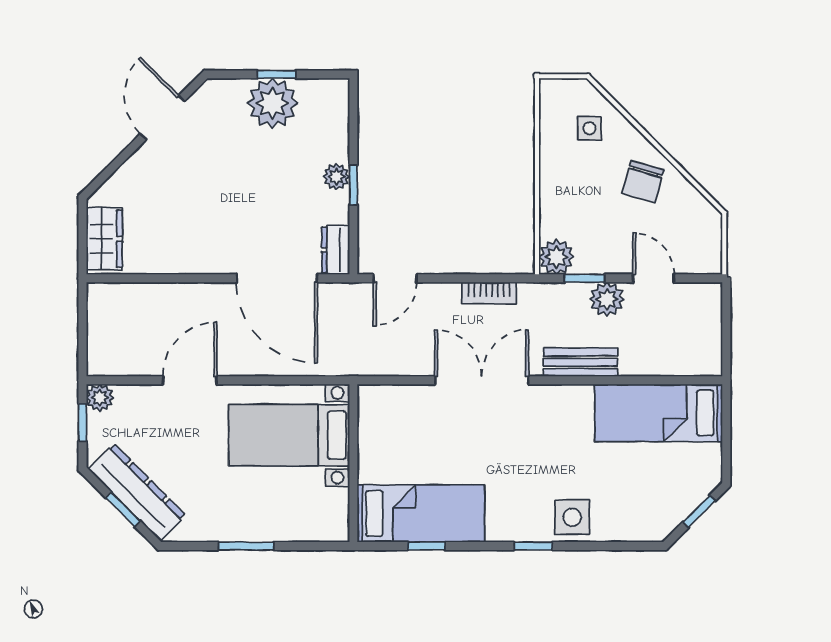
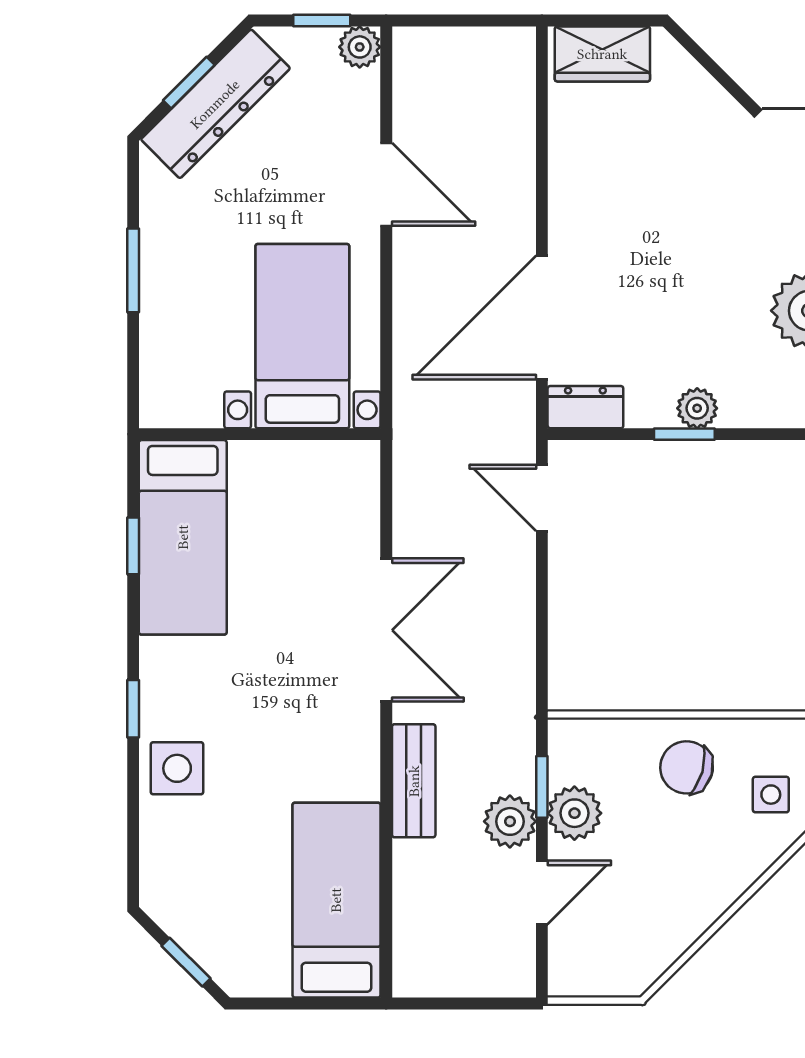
chair: (643, 182) -> (687, 767), moved
plant: (556, 257) -> (574, 813), moved
bookcase: (489, 293) -> (519, 641), removed

